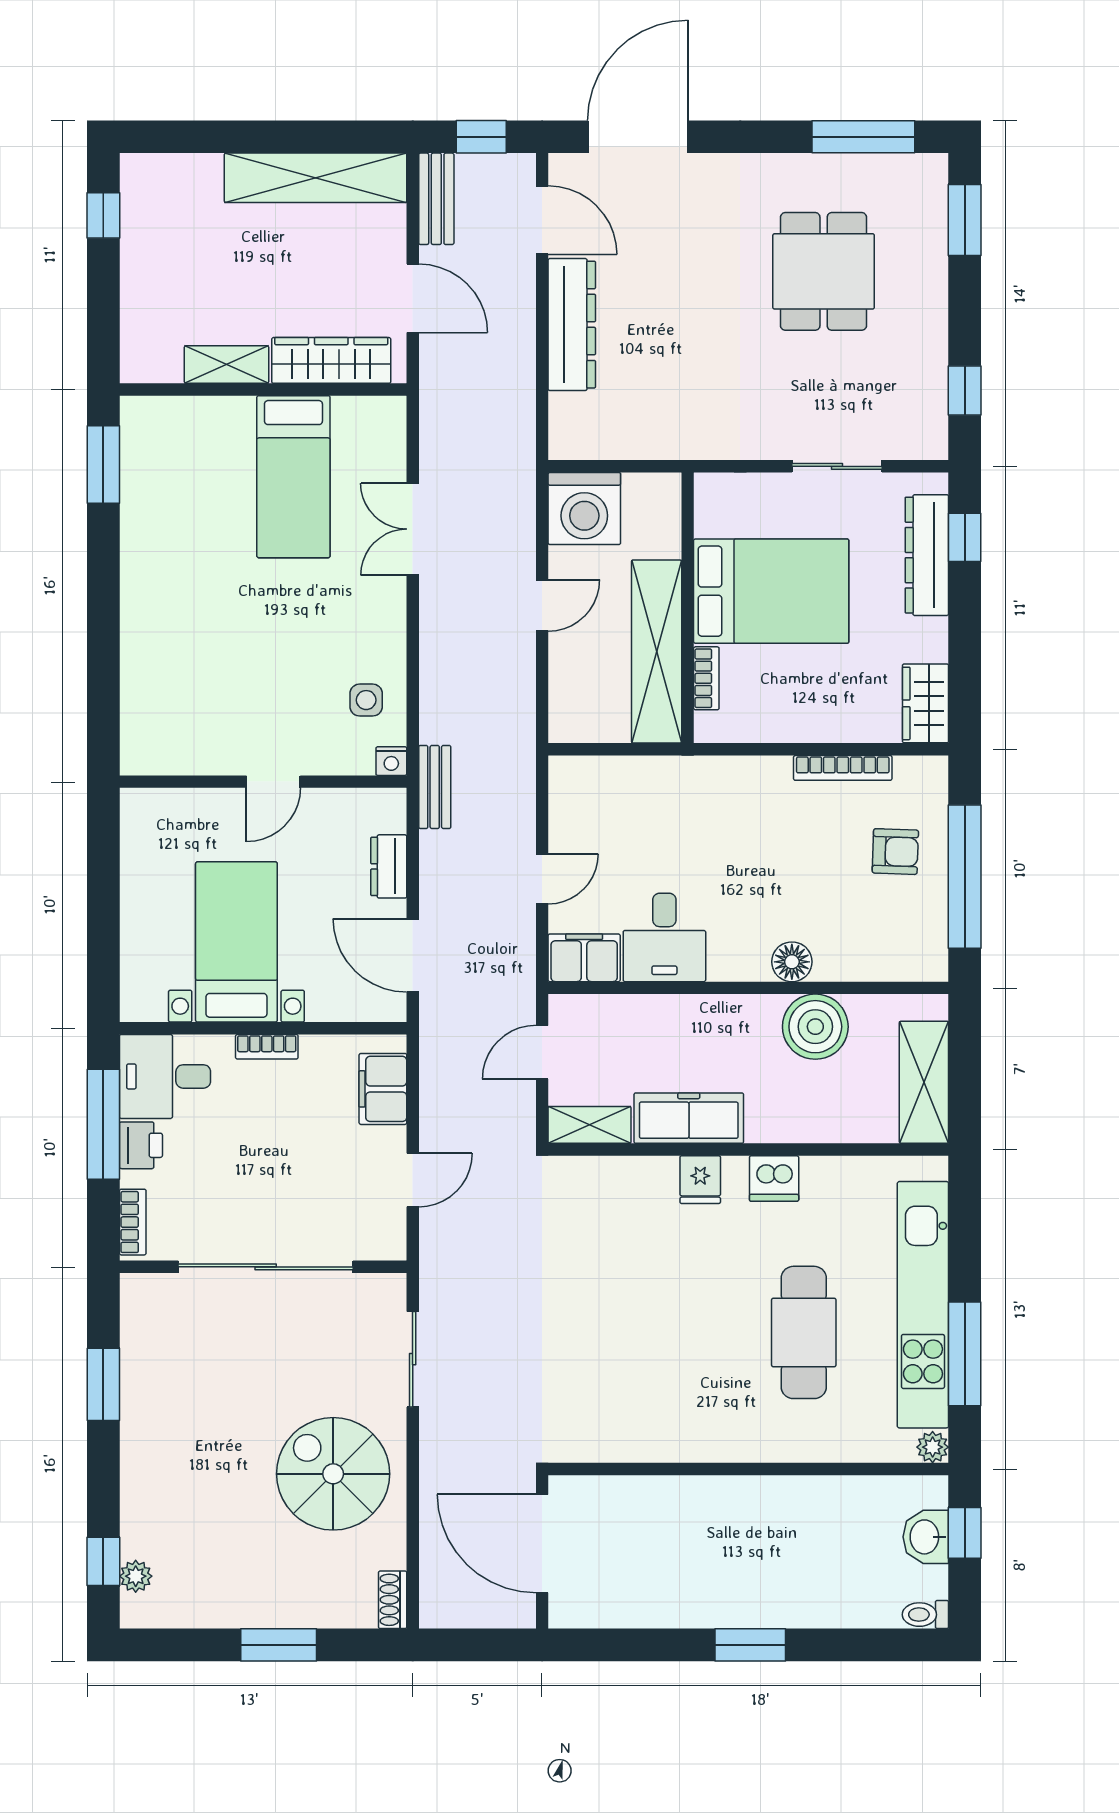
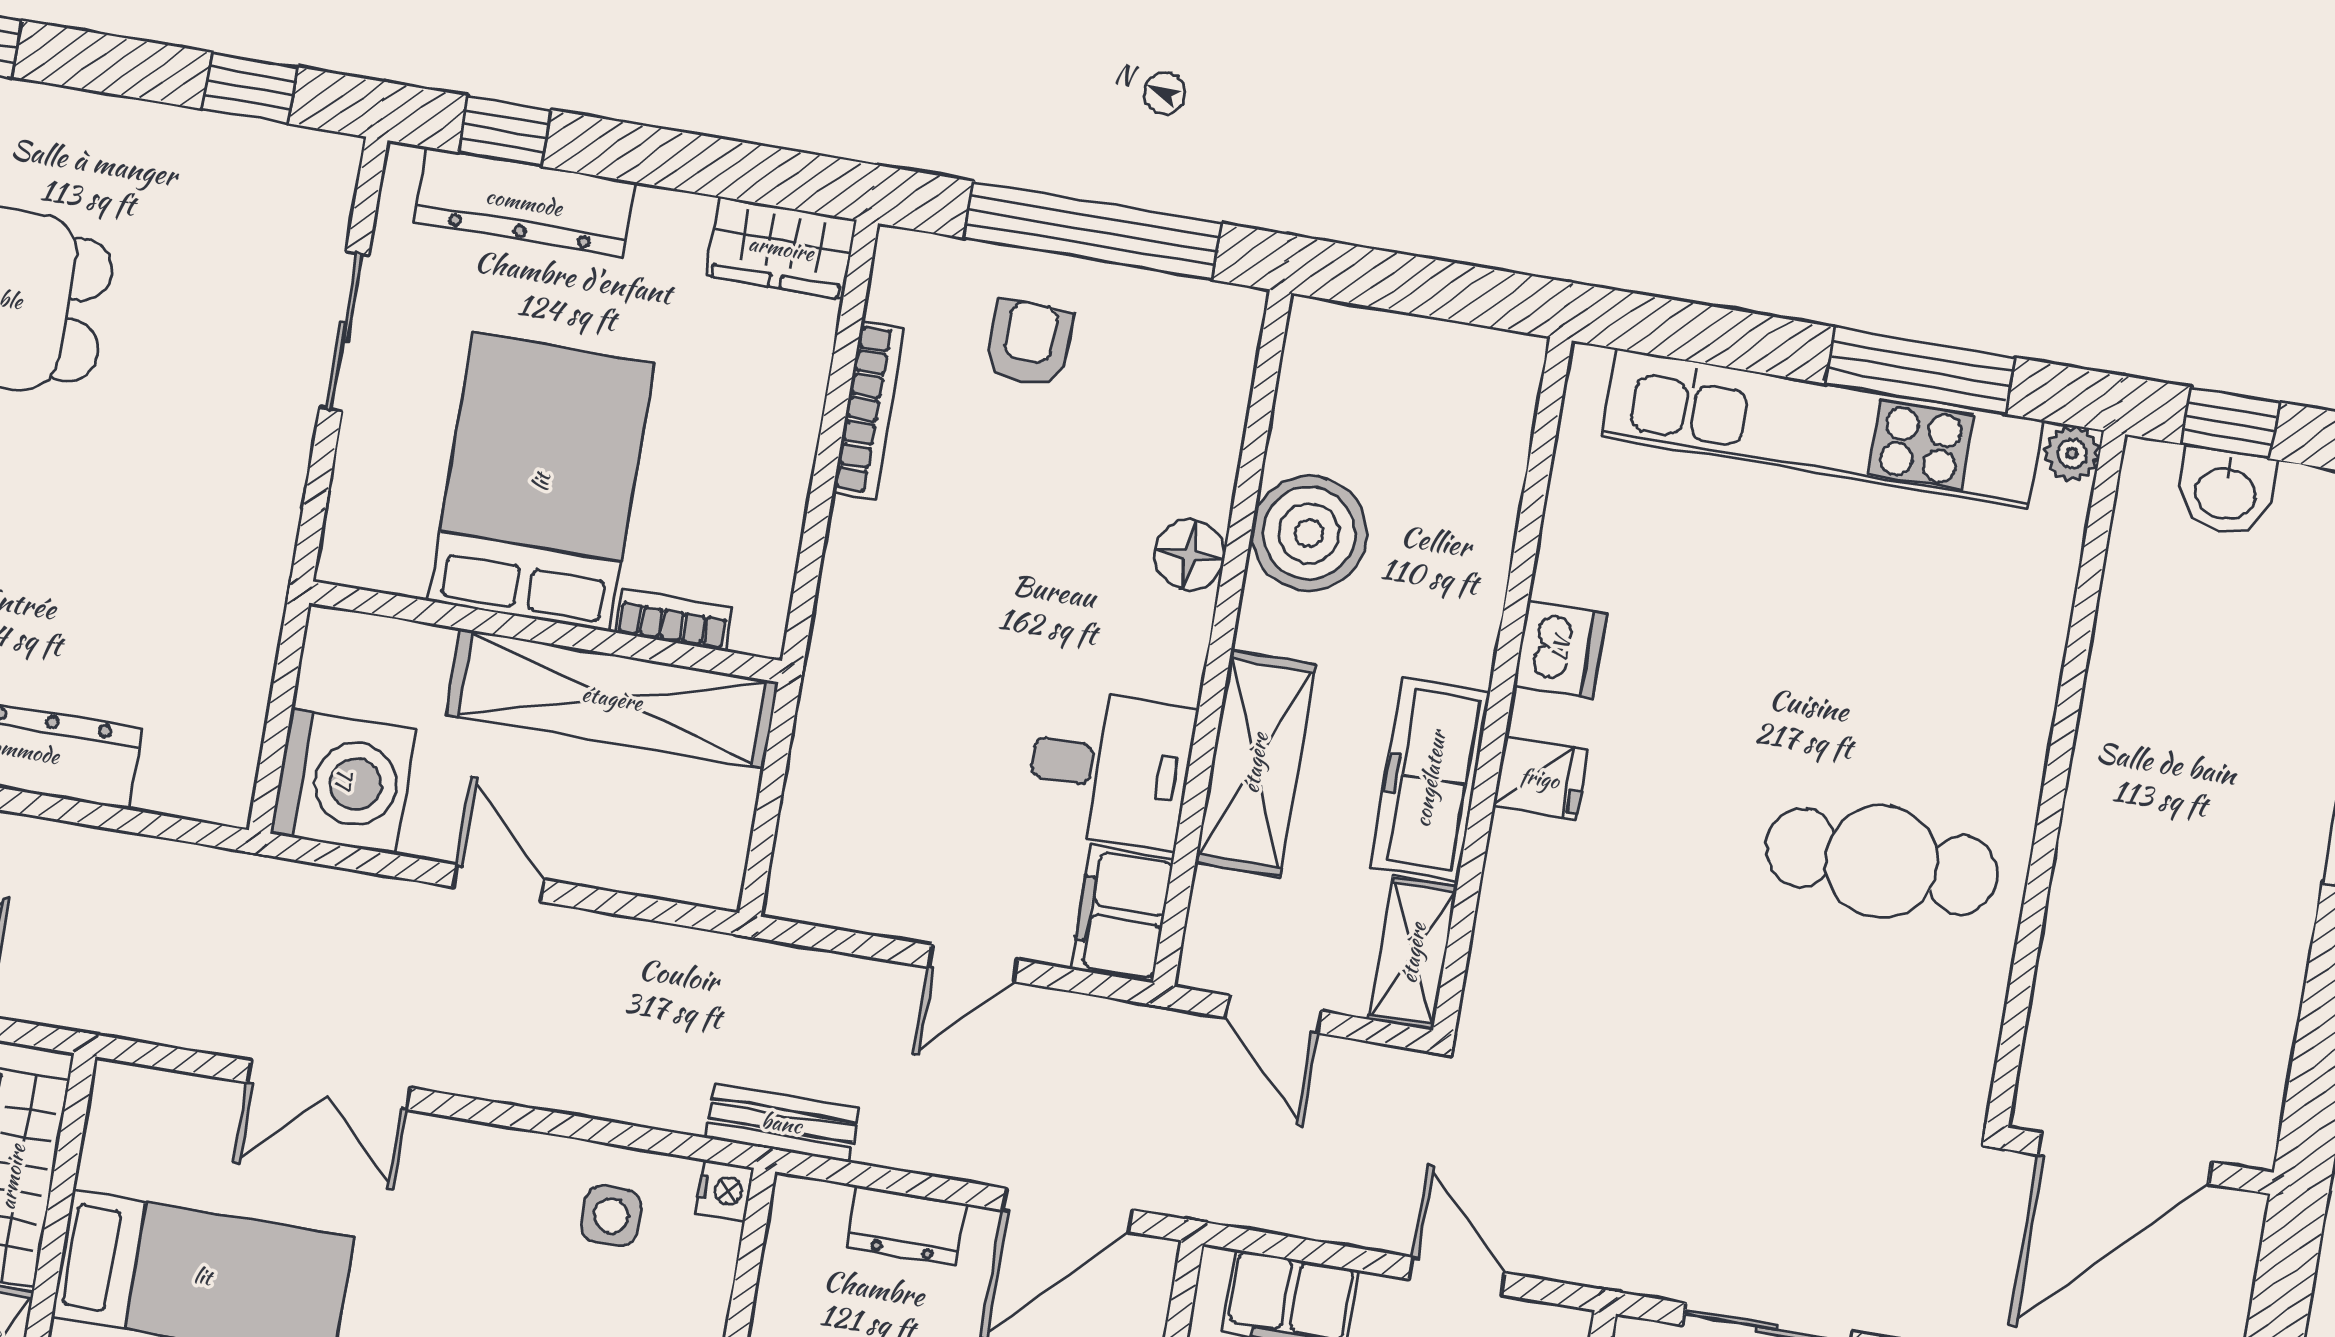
door: (542, 879) -> (973, 963), swing flipped
shelving: (924, 1082) -> (1255, 763), moved, turned 90
cafe table: (804, 1332) -> (1882, 861), moved

